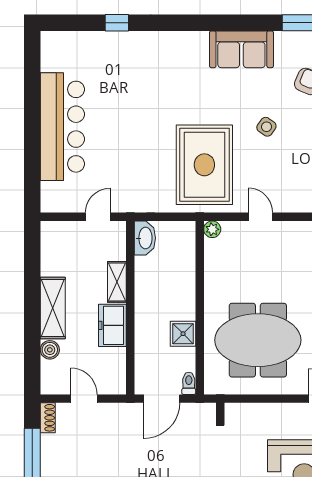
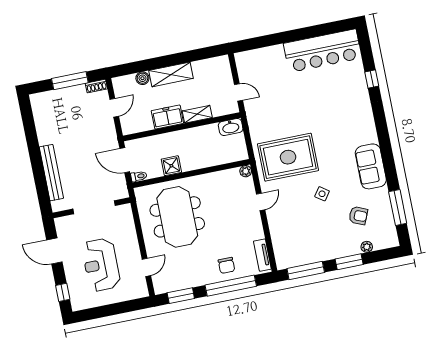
bar counter: (62, 127) -> (323, 51), moved

